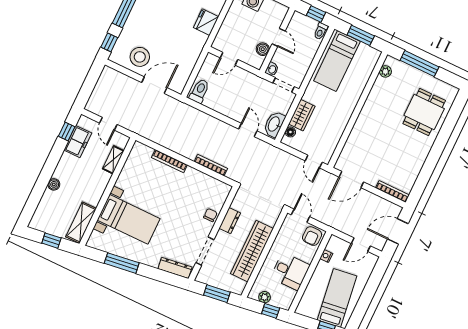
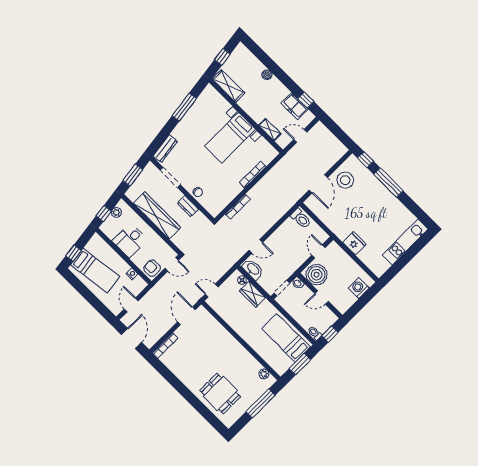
boiler: (263, 49) -> (317, 275), width x1.86, depth x1.86
bed with nightstands: (129, 219) -> (230, 138), moved

